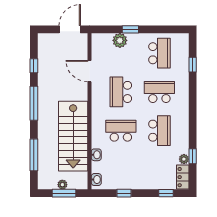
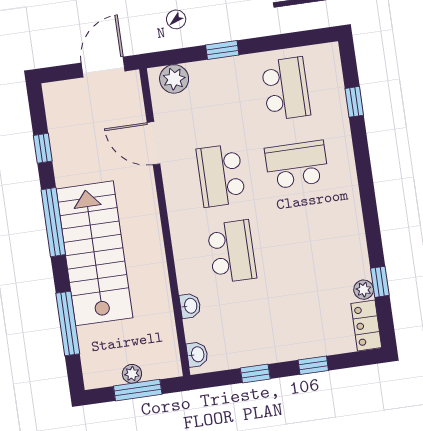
plant: (120, 40) -> (174, 79), moved
school desk: (121, 131) -> (232, 252), turned 90
school desk: (159, 131) -> (307, 241), removed
stairs: (73, 136) -> (94, 253), moved, turned 180
window: (166, 193) -> (313, 365), moved

